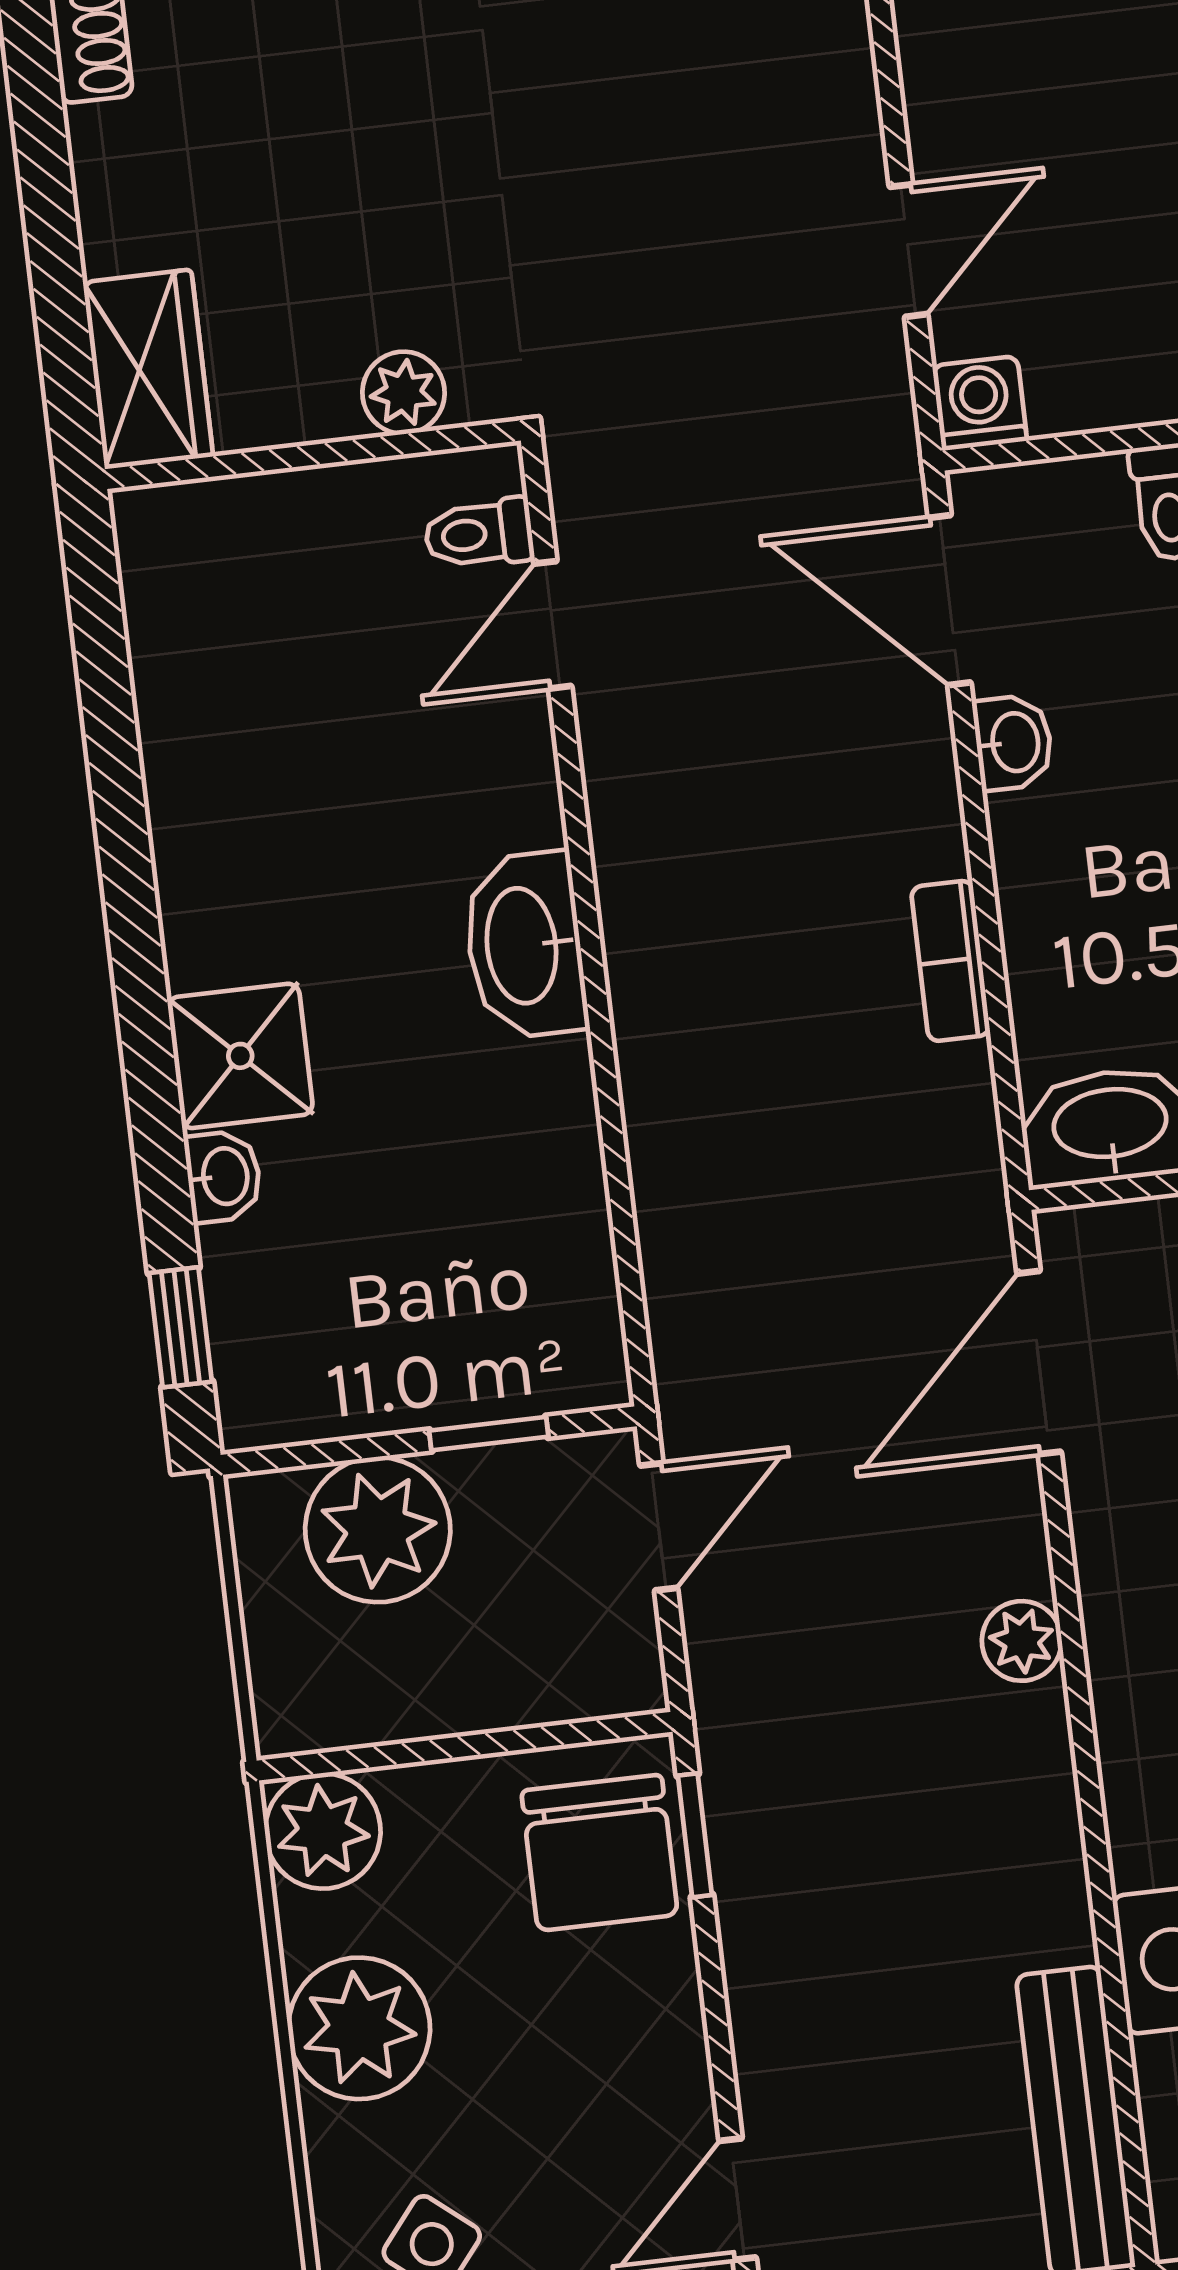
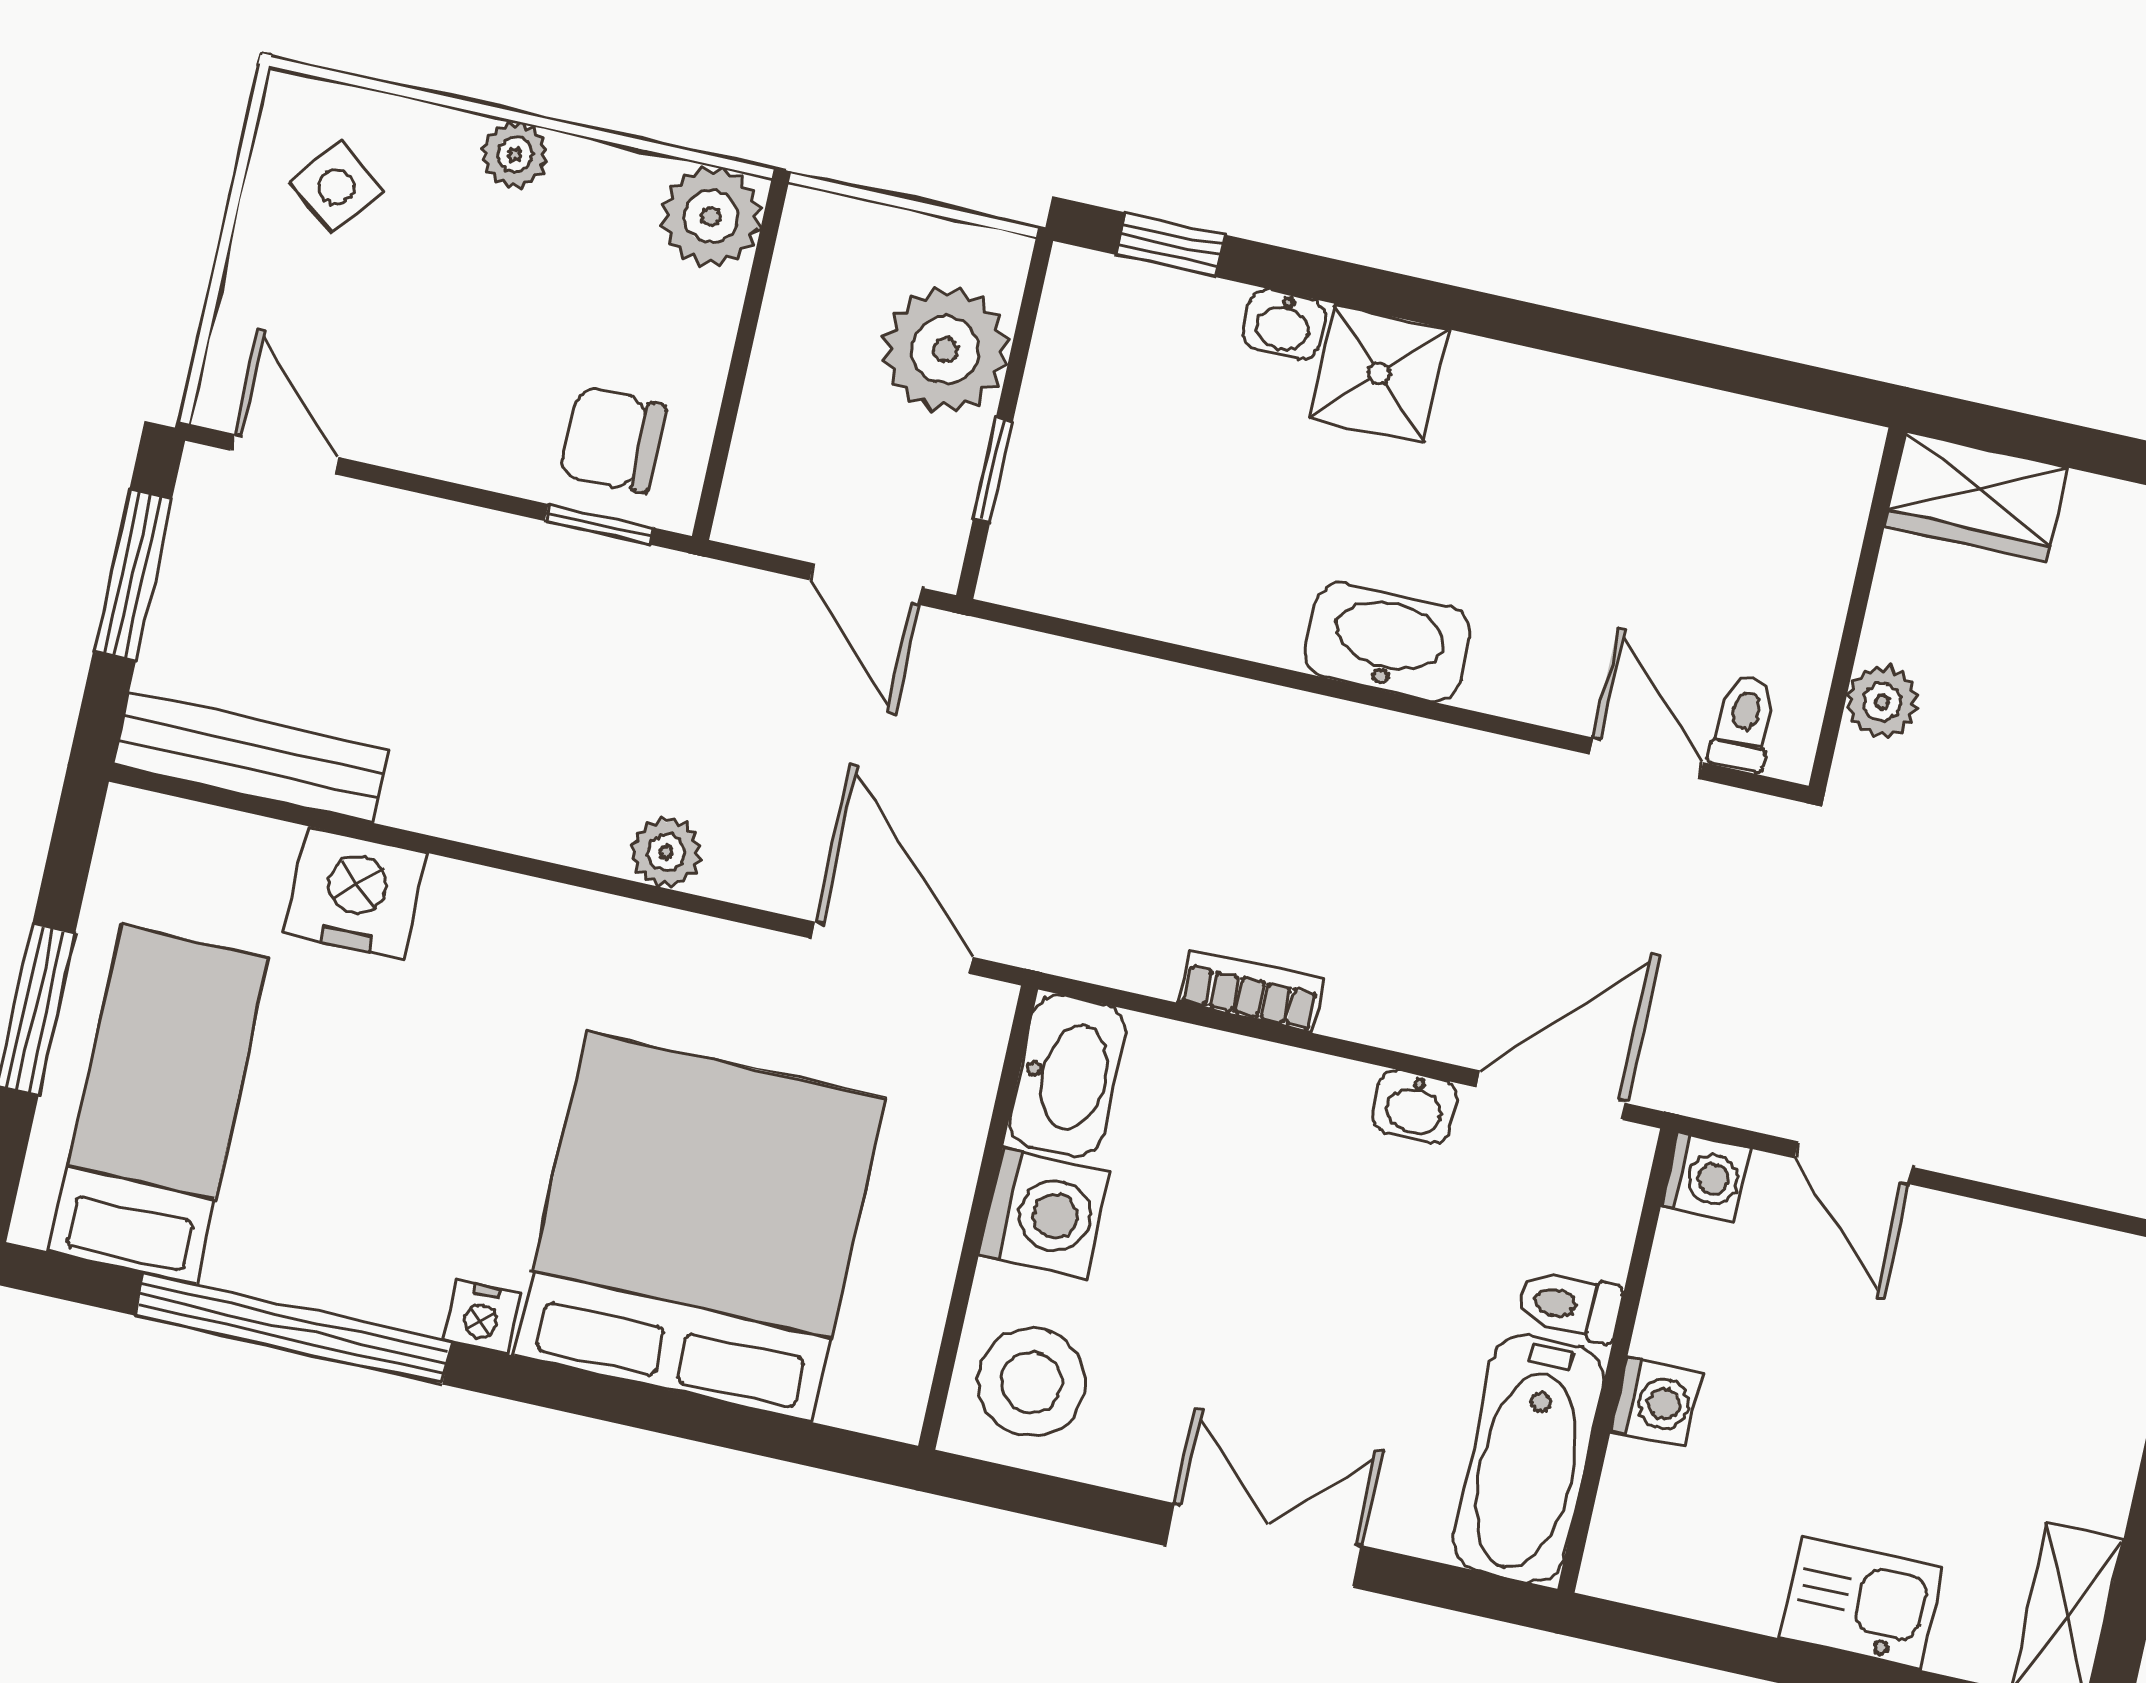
chair: (600, 1853) -> (613, 440), width x0.73, depth x0.73
plant: (359, 2028) -> (515, 155), width x0.53, depth x0.53

